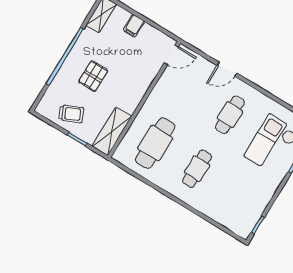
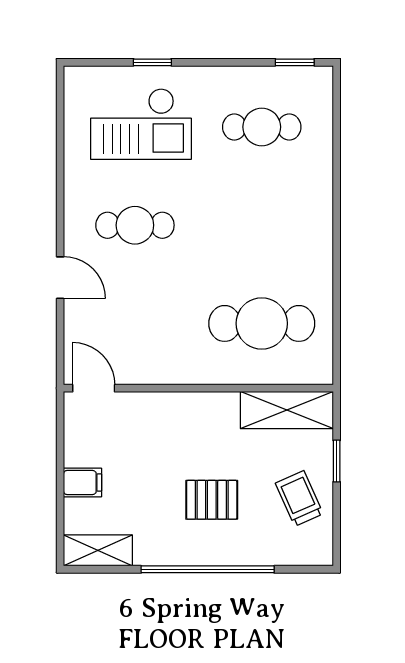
cafe table: (197, 169) -> (262, 127), moved

